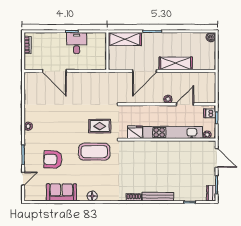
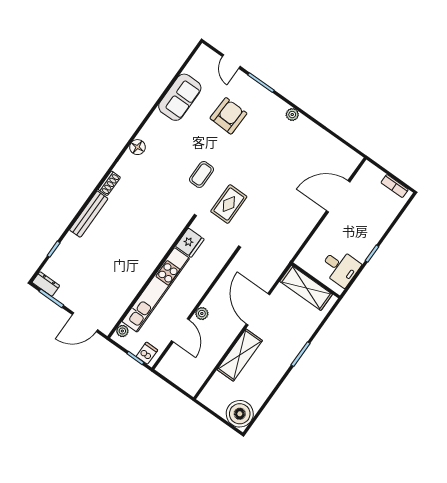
boiler: (211, 37) -> (240, 414), width x1.86, depth x1.86
shelving: (125, 39) -> (306, 288), moved, turned 90
desk: (77, 43) -> (340, 267), moved
coffee table: (94, 152) -> (202, 174), width x0.54, depth x0.58
floor lamp: (92, 196) -> (137, 147), moved

